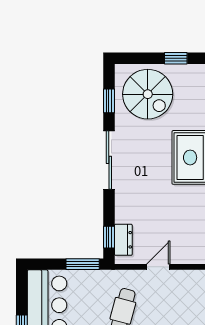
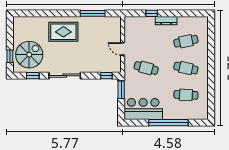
window: (176, 58) -> (10, 56), moved
dresser: (123, 240) -> (108, 68), removed

